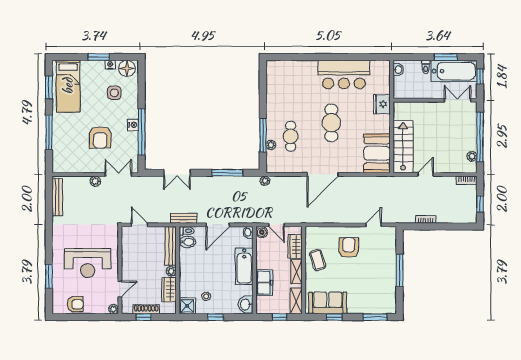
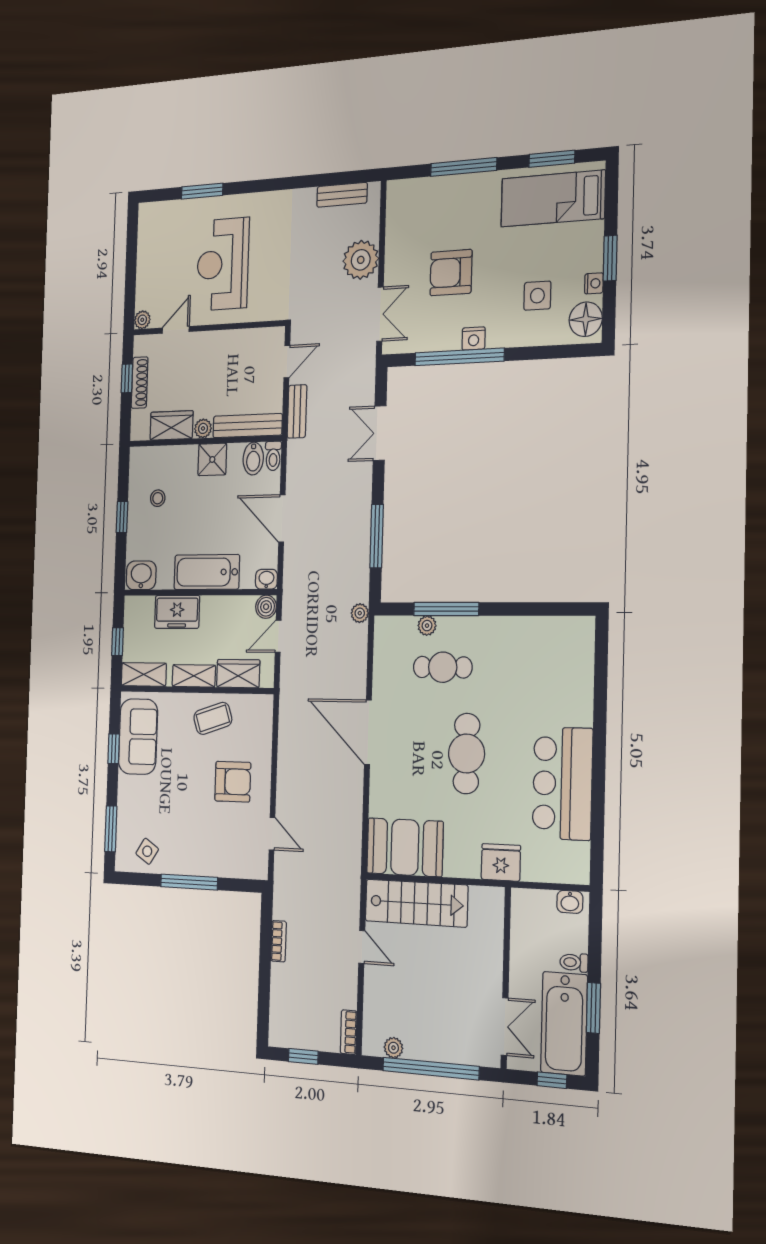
cafe table: (331, 123) -> (467, 753), turned 90
plant: (95, 181) -> (361, 260), width x1.88, depth x1.88
bench: (57, 197) -> (342, 195), width x0.73
bench: (184, 218) -> (297, 411), moved
door: (120, 289) -> (176, 330), swing flipped
side table: (385, 295) -> (147, 851), added
armchair: (75, 304) -> (153, 246), removed
shower: (187, 306) -> (212, 459), moved

